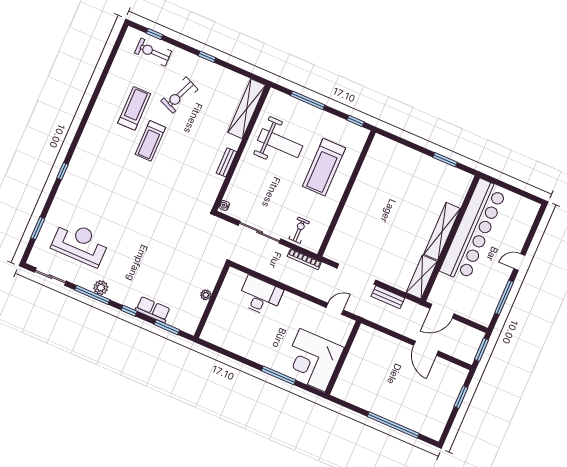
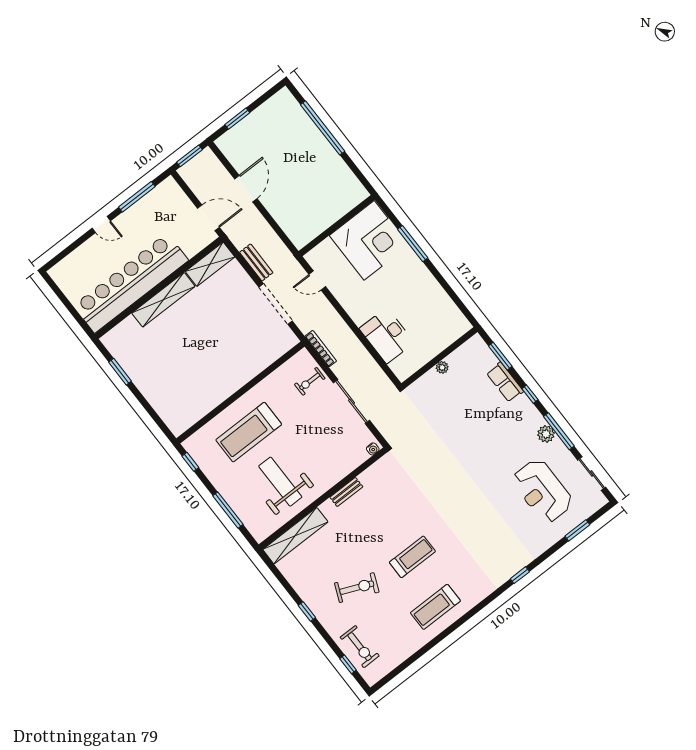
treadmill: (134, 108) -> (435, 607), moved
treadmill: (324, 167) -> (249, 432), turned 180

